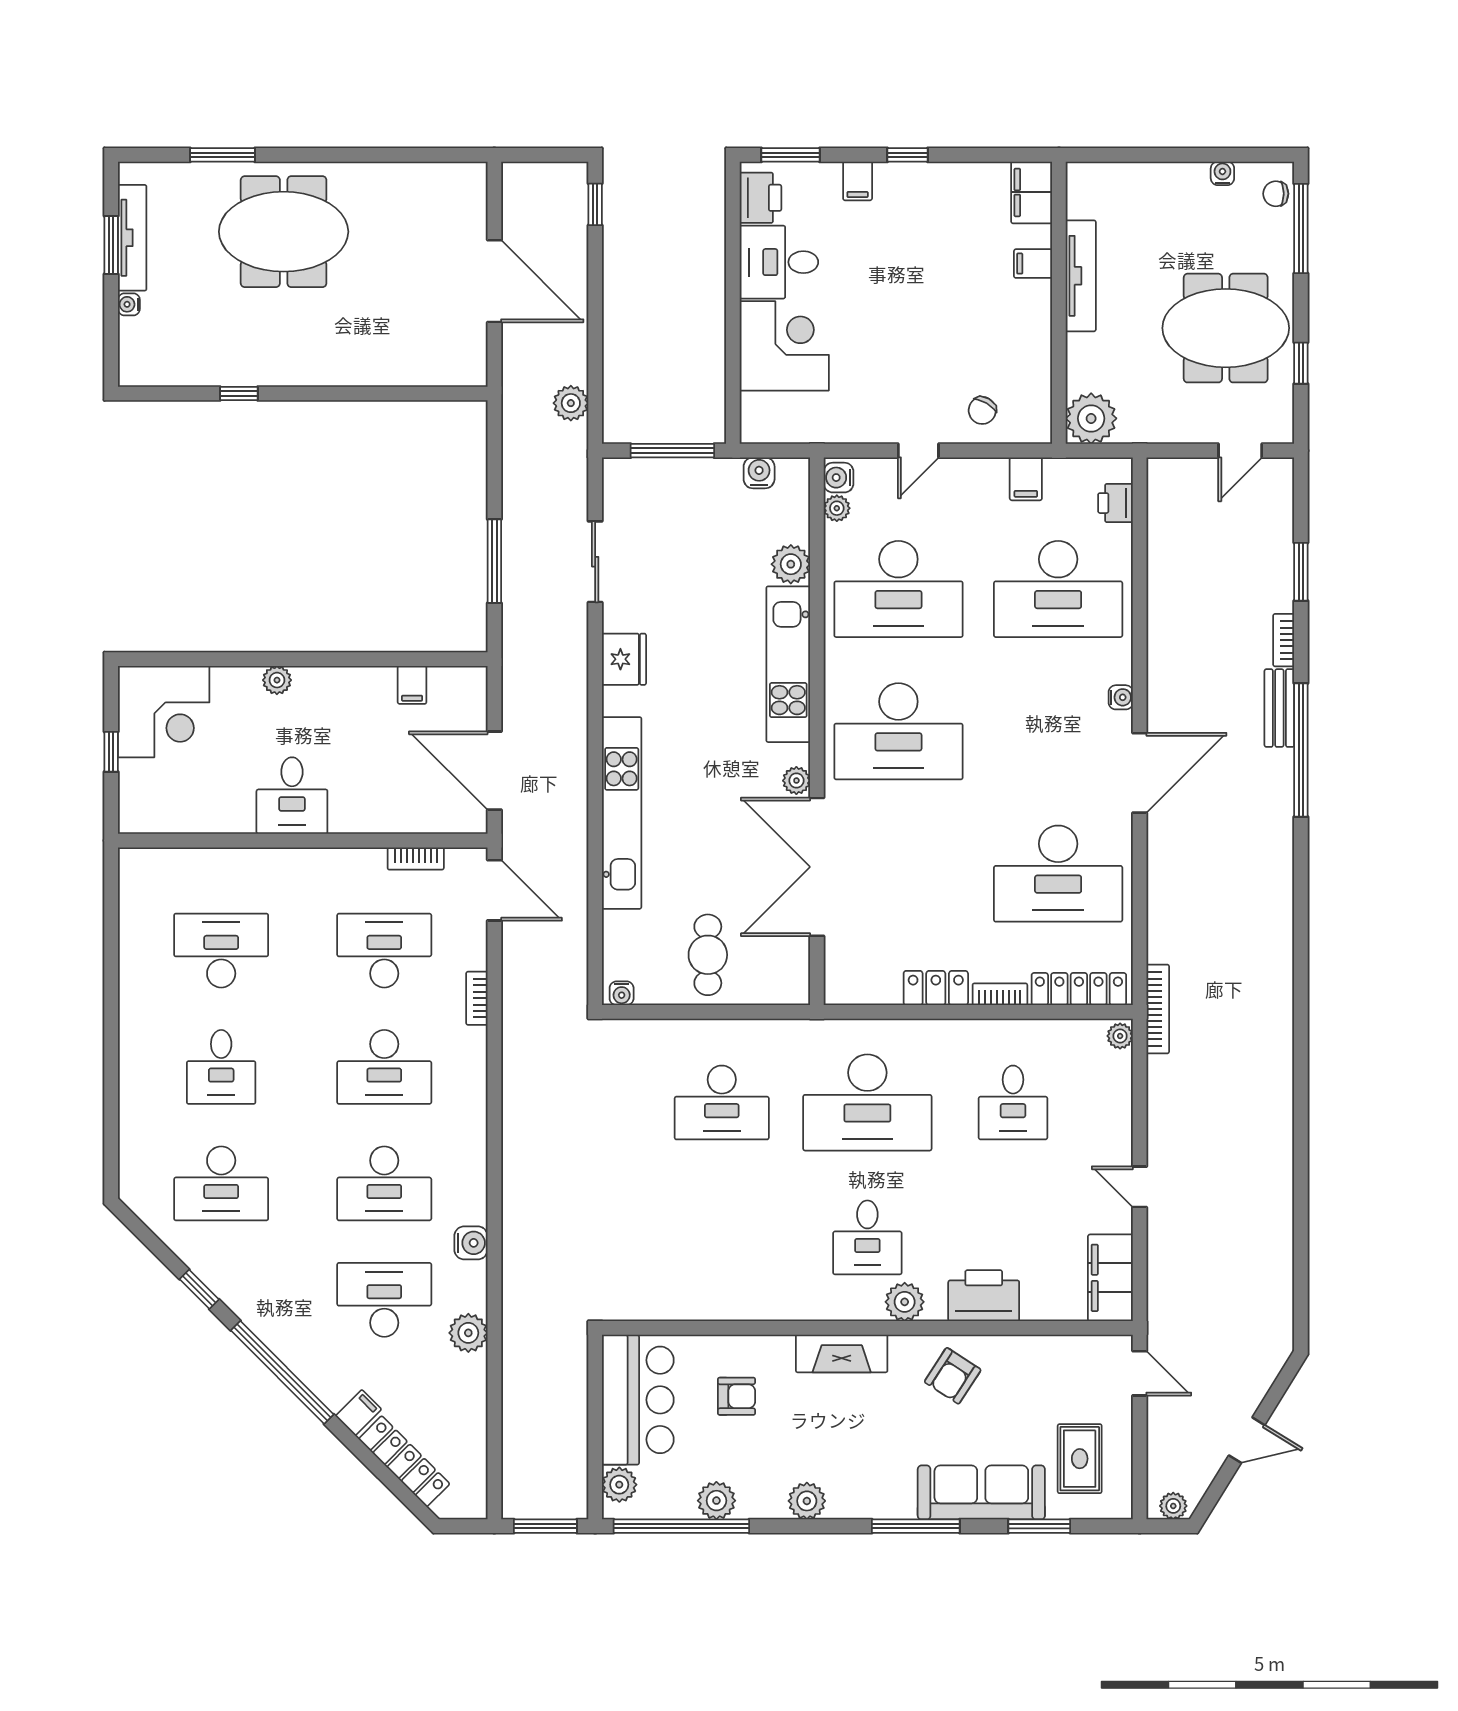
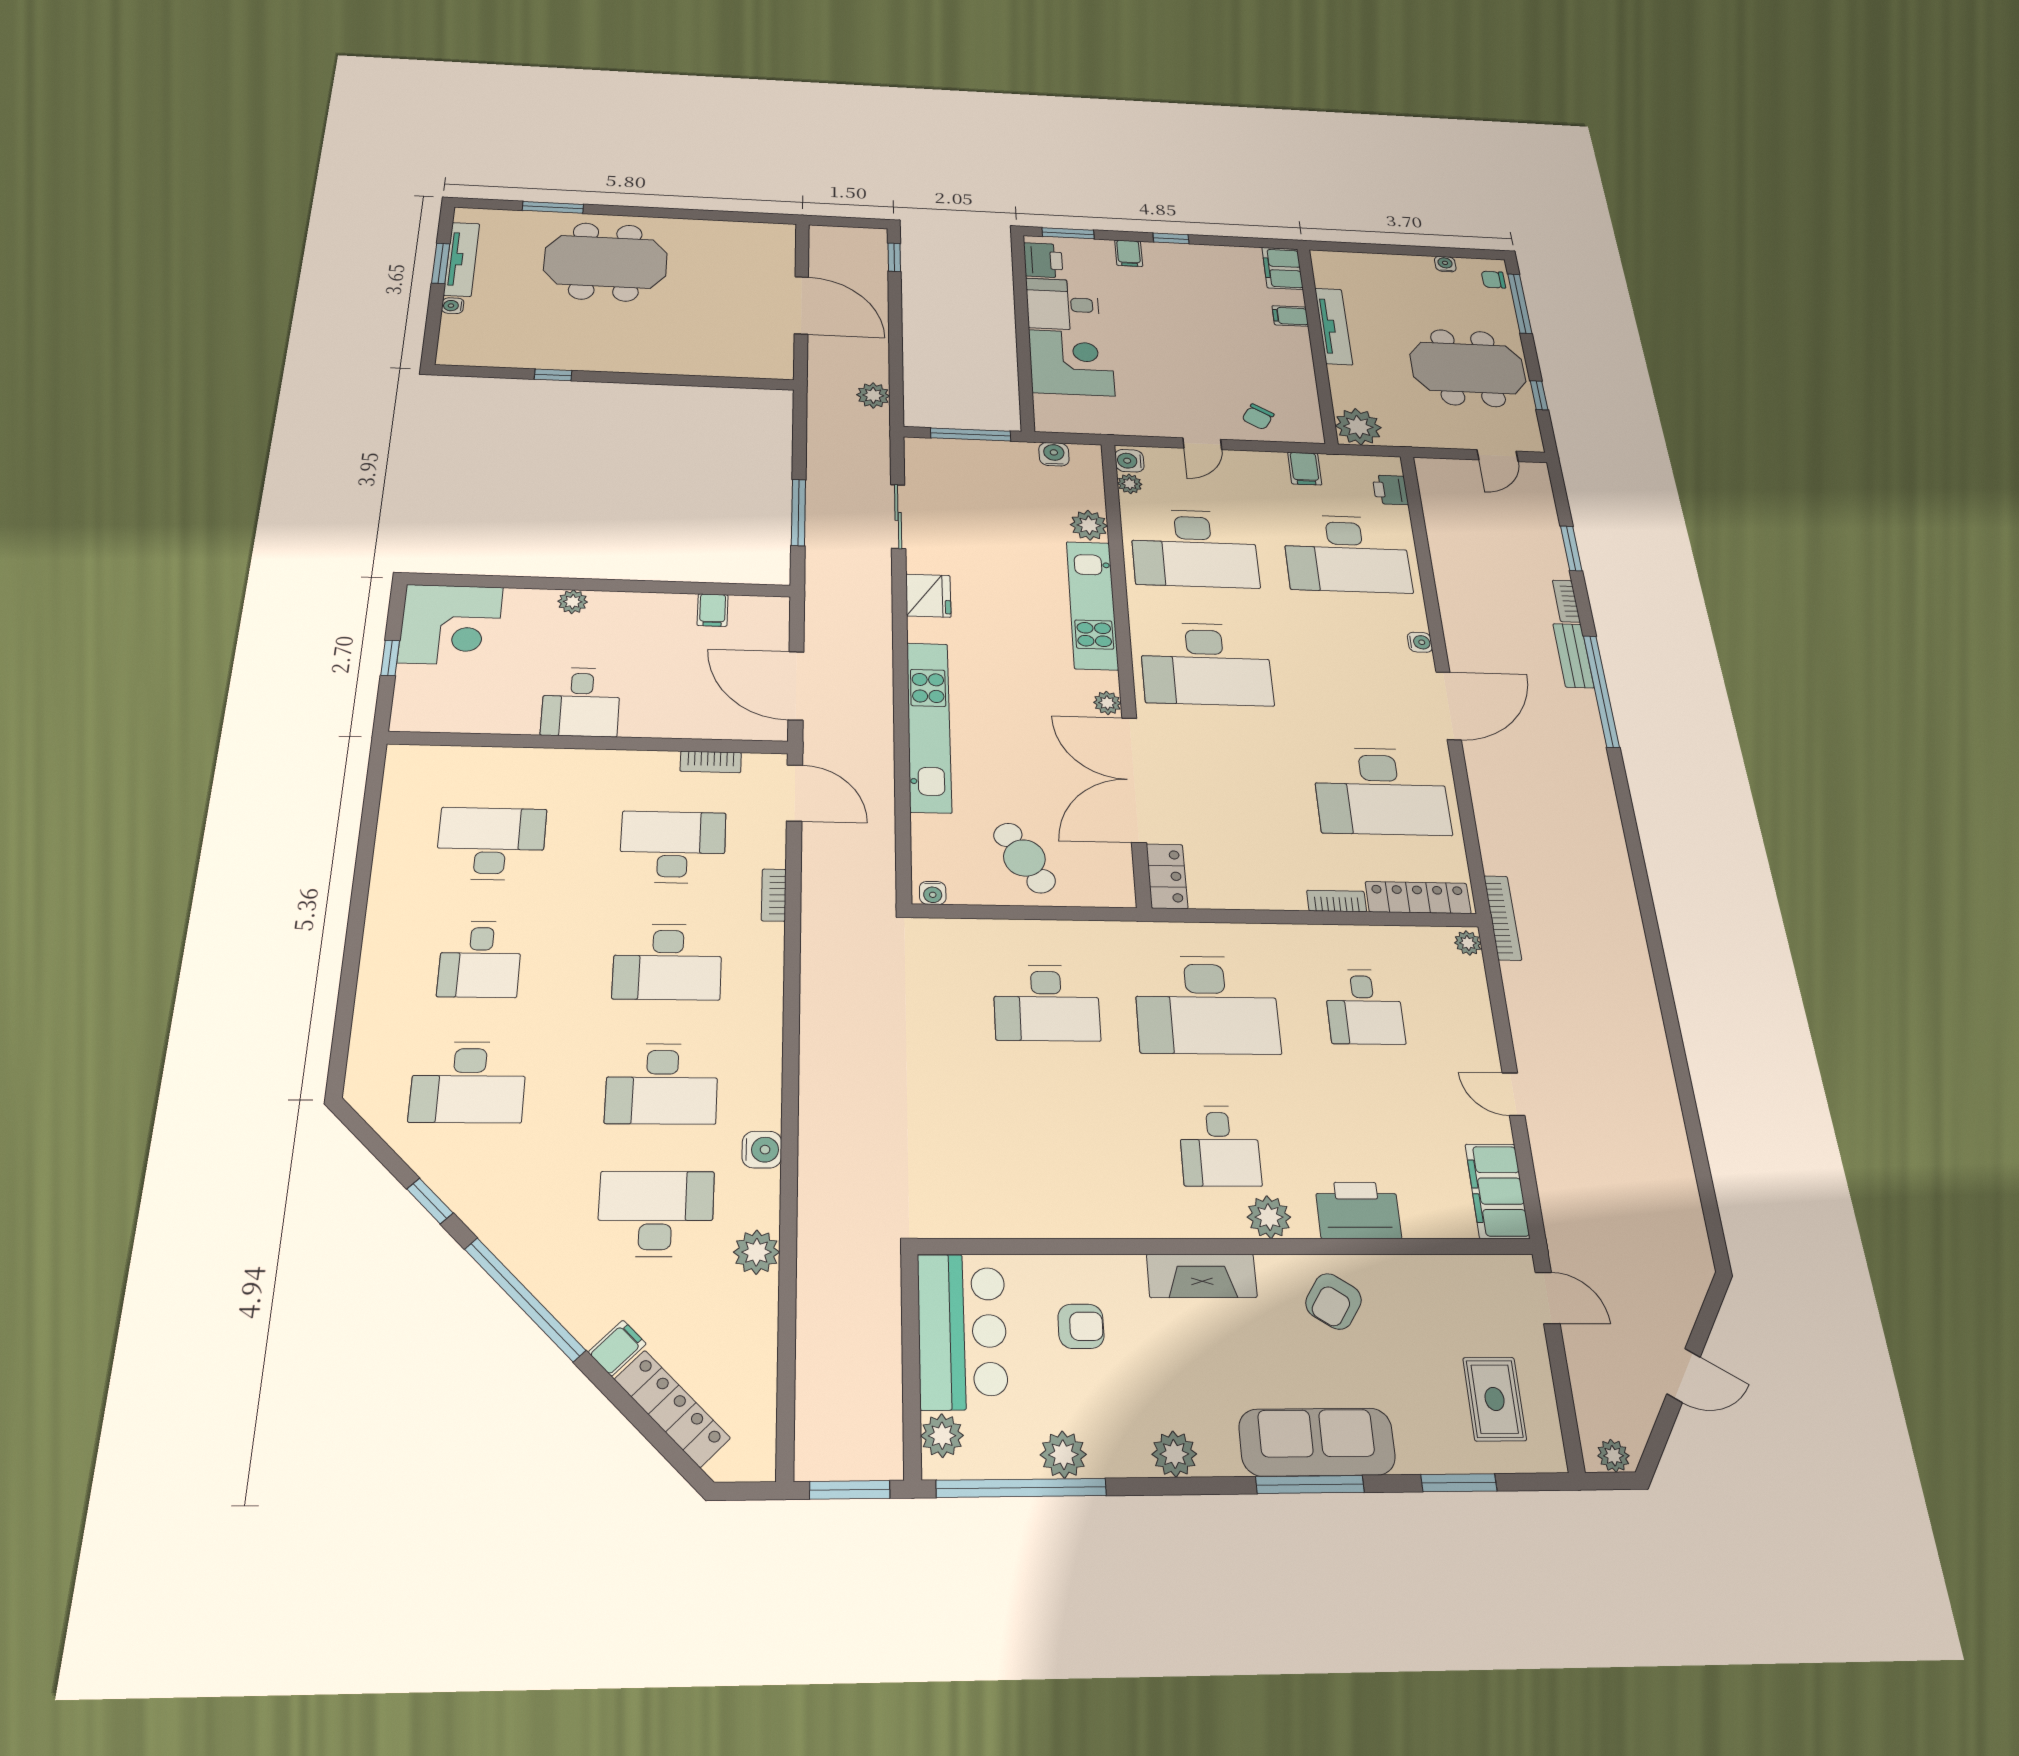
cafe table: (708, 955) -> (1024, 858), turned -31
locker: (936, 988) -> (1167, 876), moved, turned 90
sofa: (981, 1492) -> (1317, 1442), moved

